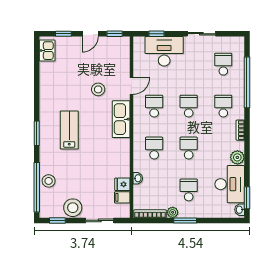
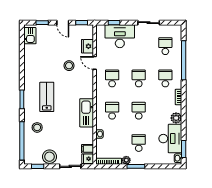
door: (90, 34) -> (63, 23), hinge flipped
fridge: (122, 64) -> (88, 46), added
door: (131, 86) -> (95, 63), swing flipped
kitchen sink: (121, 119) -> (87, 113), moved
stool: (49, 181) -> (37, 127), moved
fridge: (122, 184) -> (88, 159), moved

